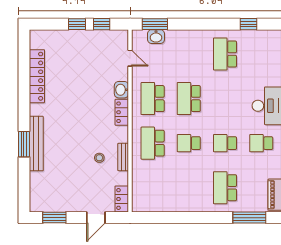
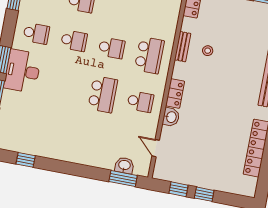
school desk: (225, 54) -> (56, 133), removed
school desk: (153, 99) -> (140, 102), width x0.54

